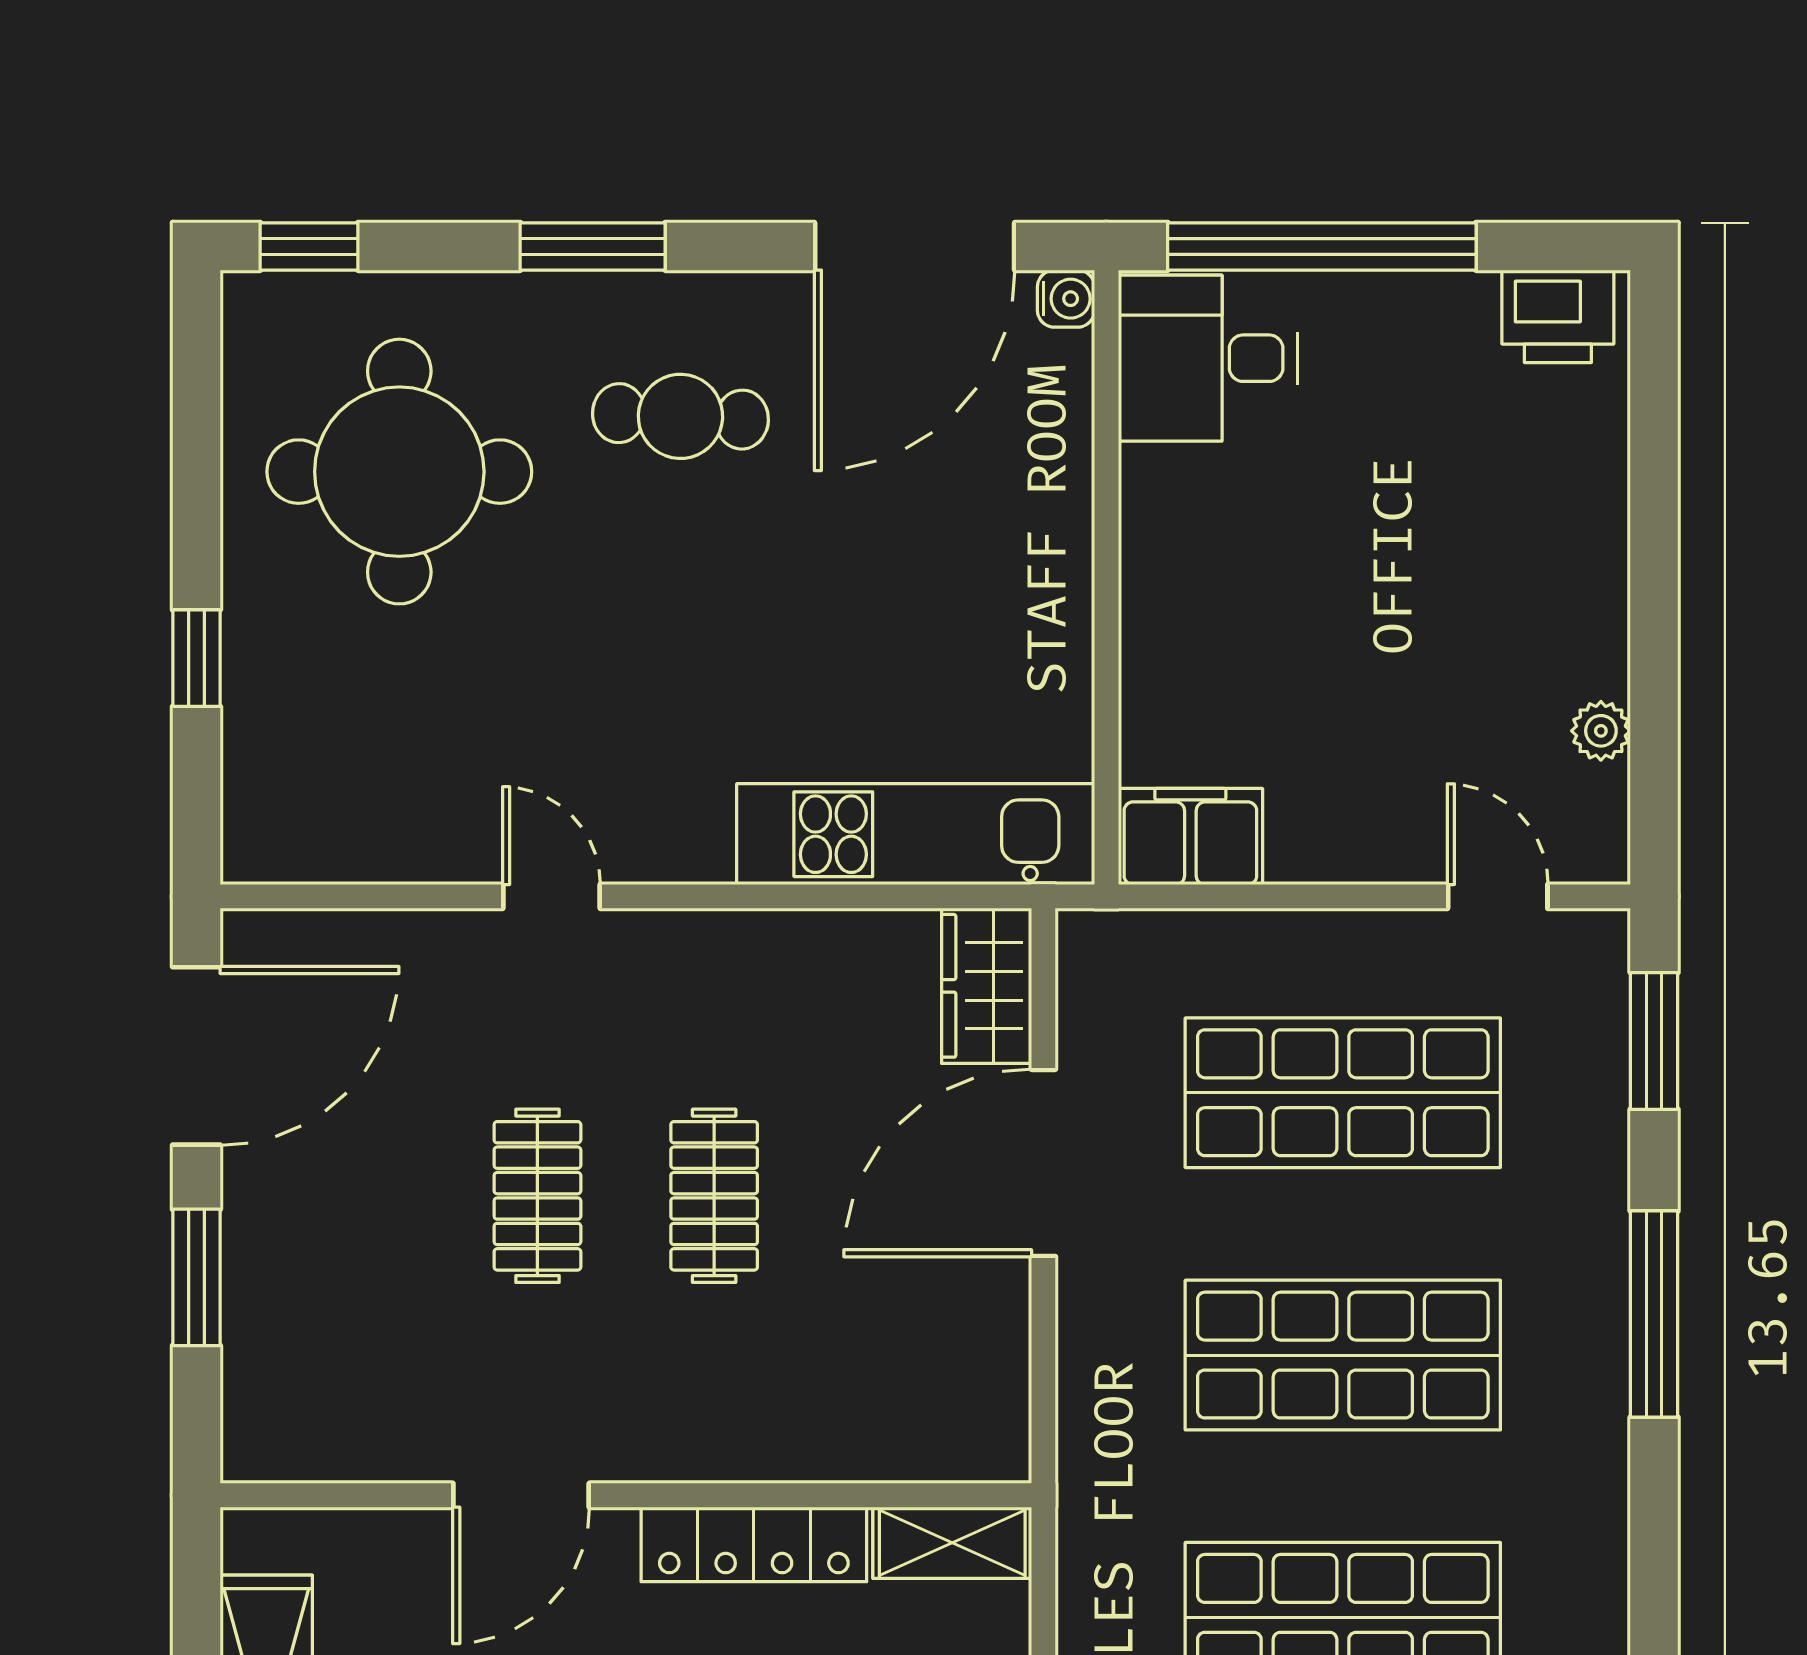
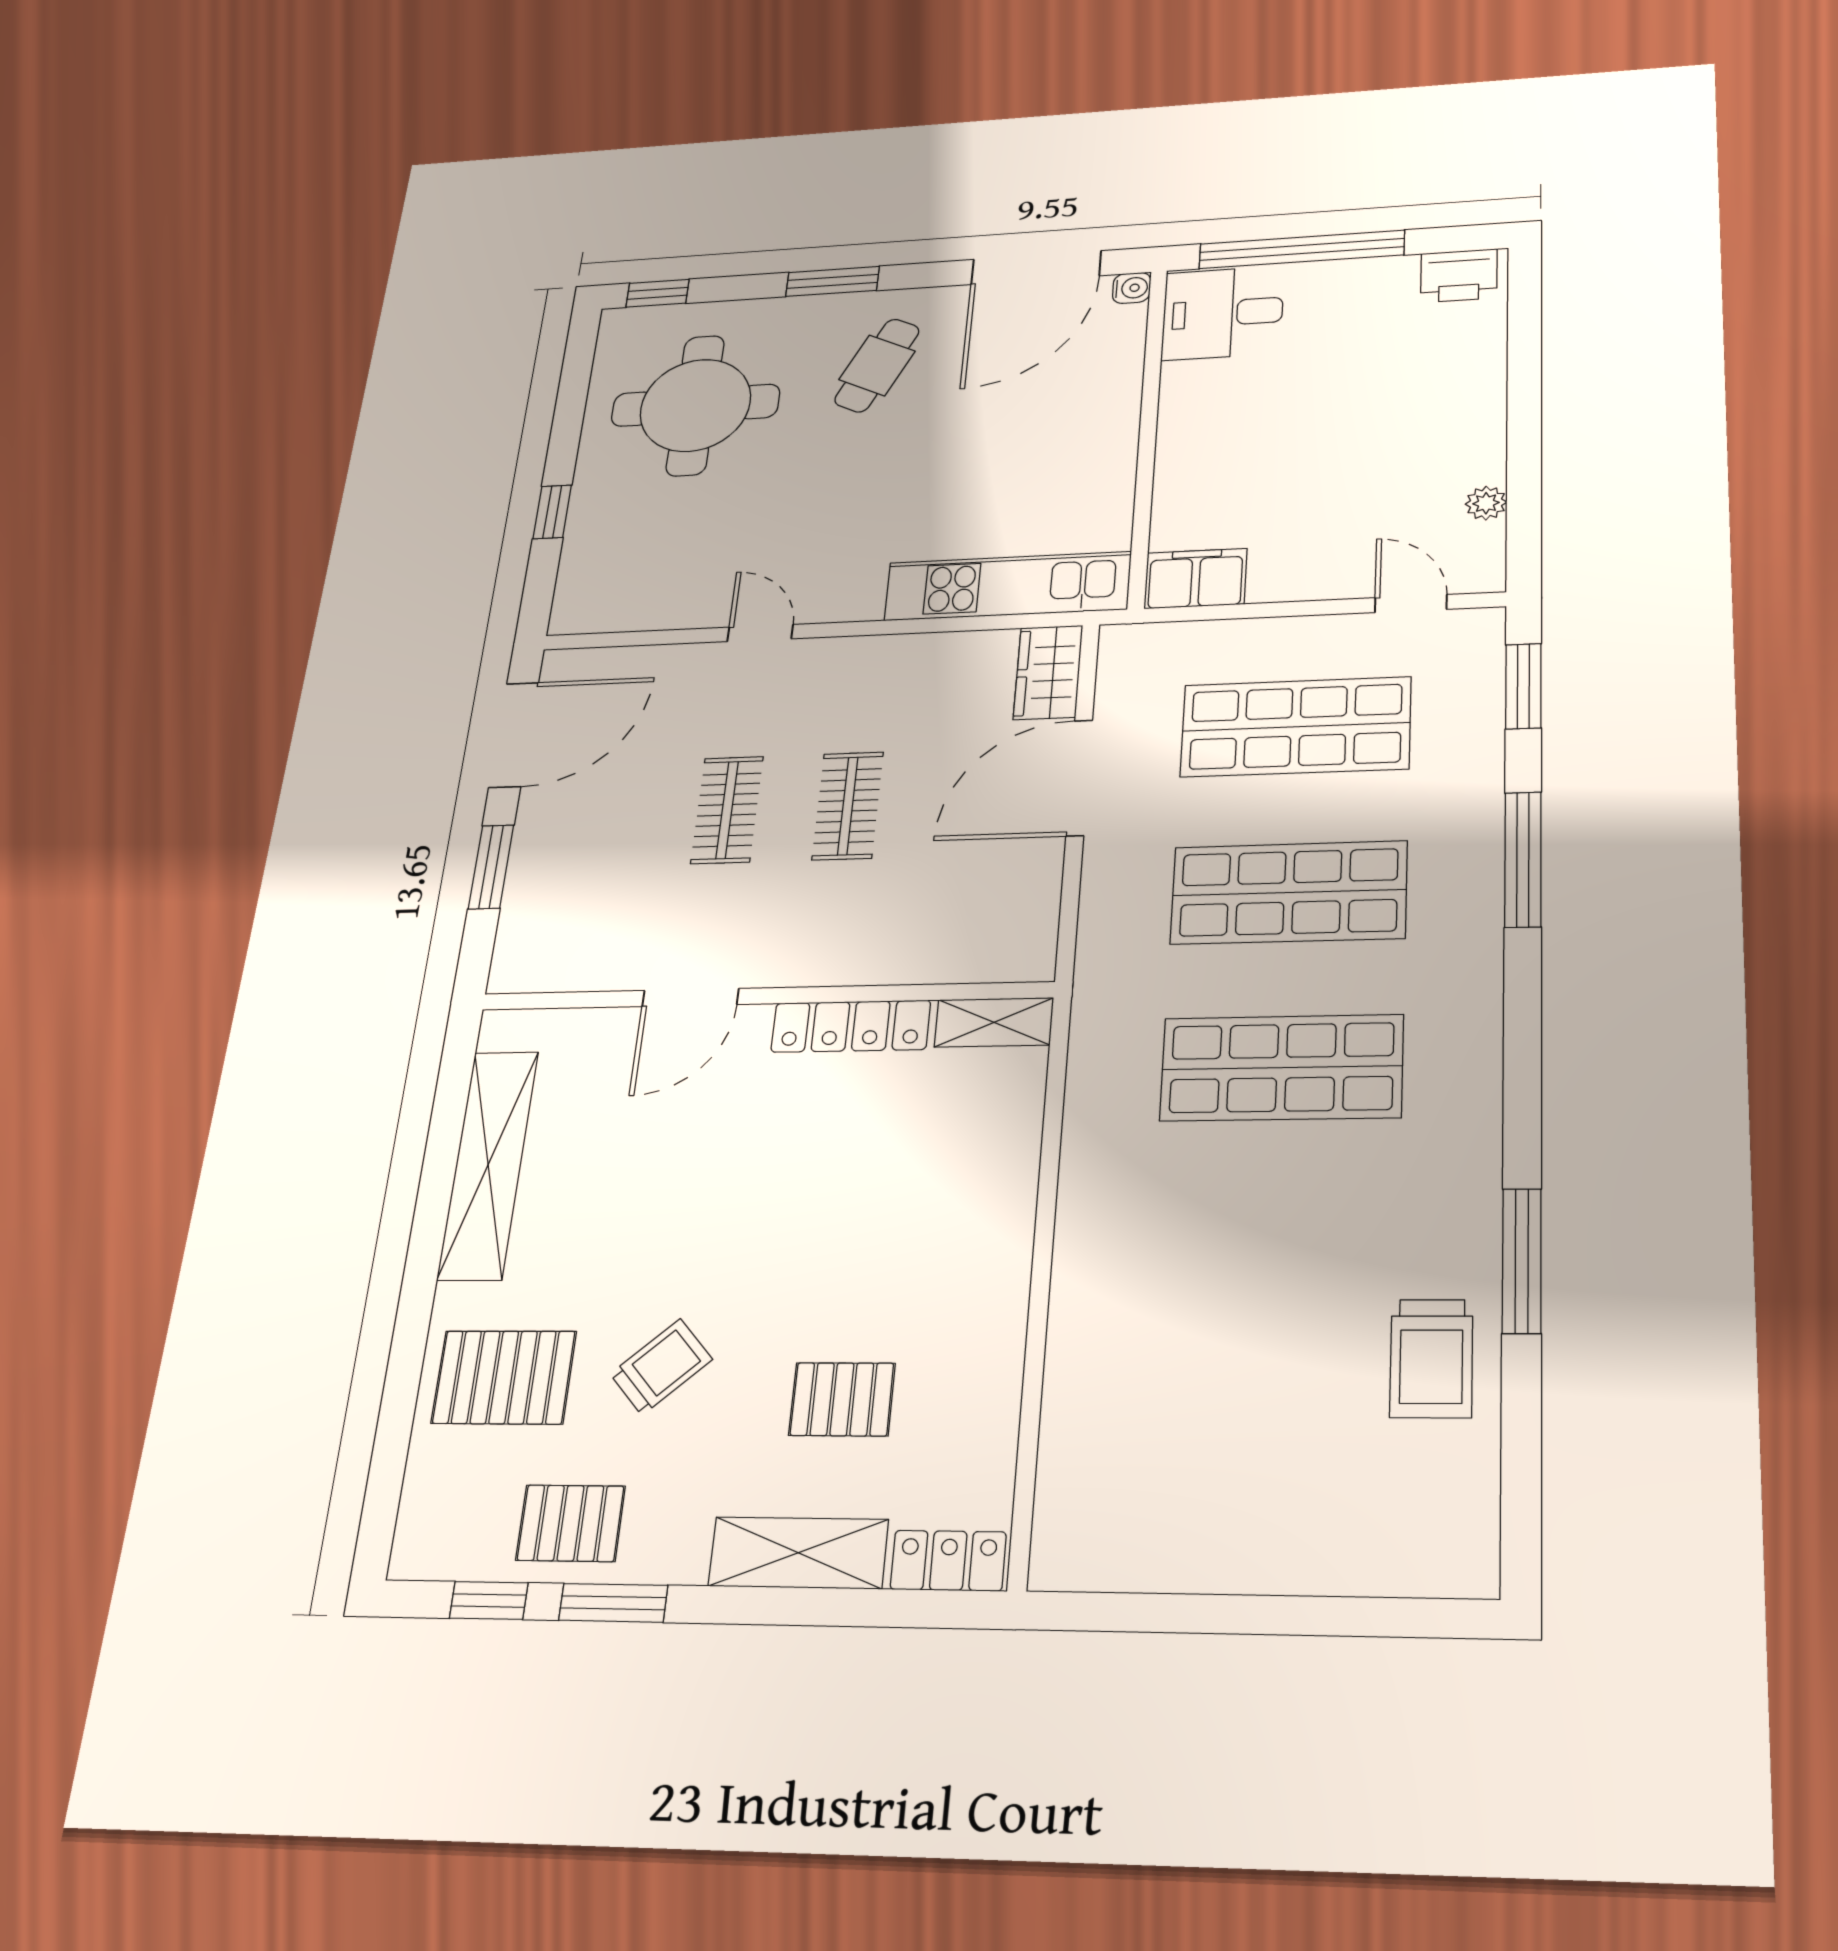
cafe table: (680, 416) -> (877, 365), turned -67

